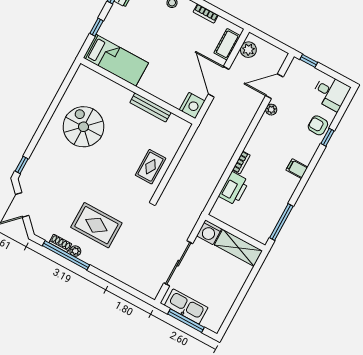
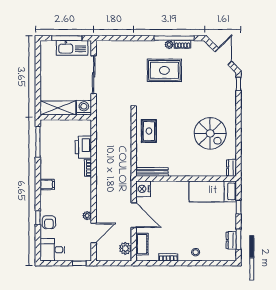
dresser: (81, 75) -> (231, 168), added
bench: (150, 107) -> (152, 172), moved
armchair: (318, 125) -> (49, 222), turned 89

